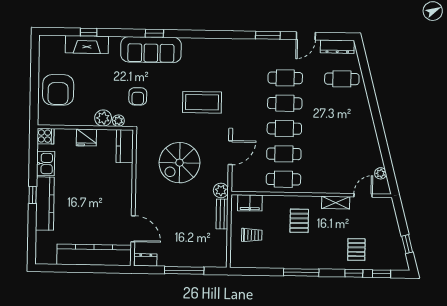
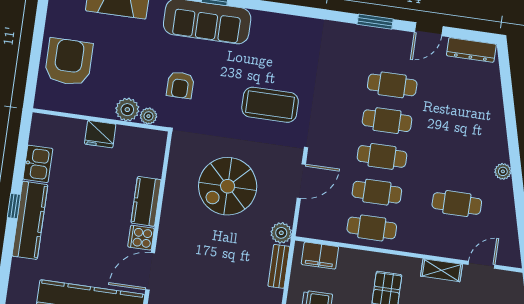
cafe table: (342, 79) -> (457, 204), moved
armchair: (58, 90) -> (69, 62), turned 180
cooker: (45, 136) -> (141, 238), moved, turned 180
kitchen counter: (125, 146) -> (146, 201), moved
plant: (381, 173) -> (503, 171), moved
door: (133, 229) -> (150, 271), swing flipped

